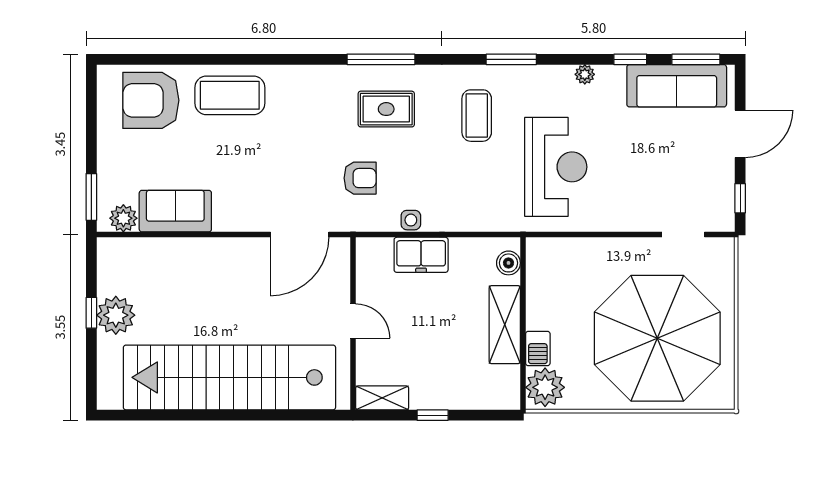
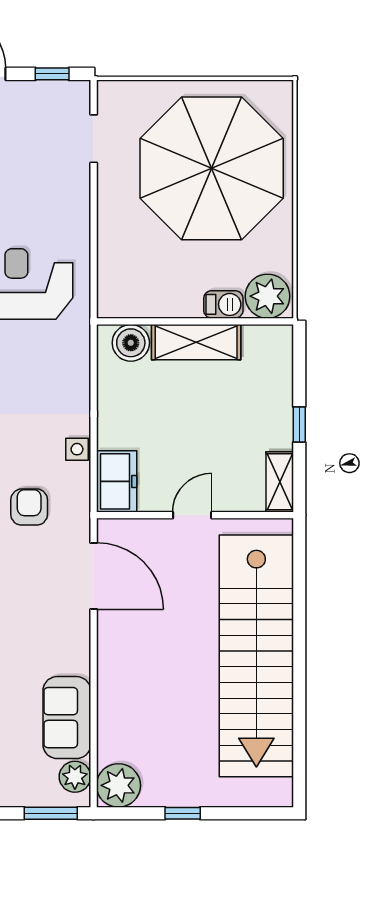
freezer: (421, 255) -> (117, 481), moved
boiler: (508, 263) -> (131, 343), width x1.36, depth x1.36
plant: (116, 315) -> (118, 785), moved

